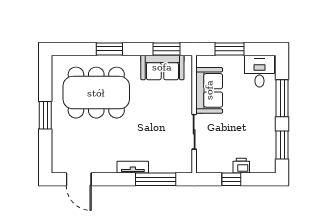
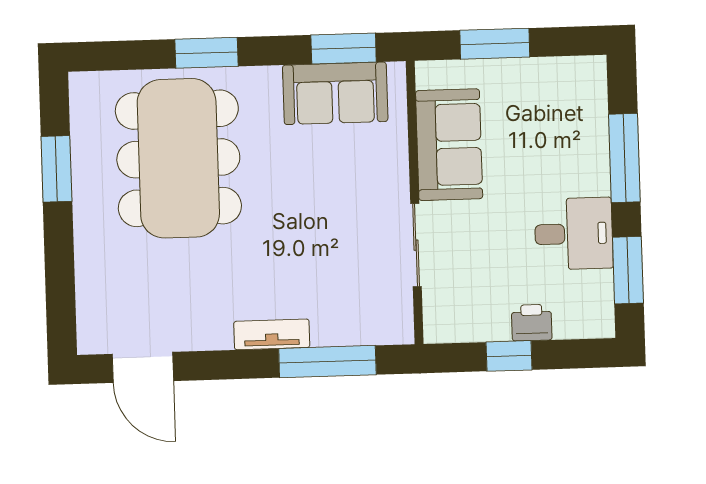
desk: (259, 71) -> (574, 234), moved, turned 90
dining table: (96, 93) -> (178, 158), turned 90
window: (45, 115) -> (56, 169), moved

